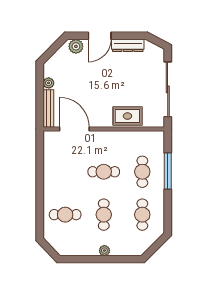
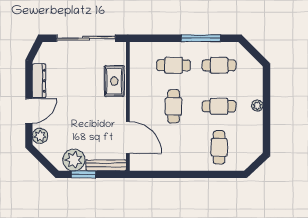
door: (100, 36) -> (29, 111), hinge flipped
plant: (49, 83) -> (74, 160), width x1.87, depth x1.87
window: (40, 87) -> (83, 174), added
door: (74, 129) -> (128, 137), swing flipped
window: (168, 171) -> (201, 38), moved

